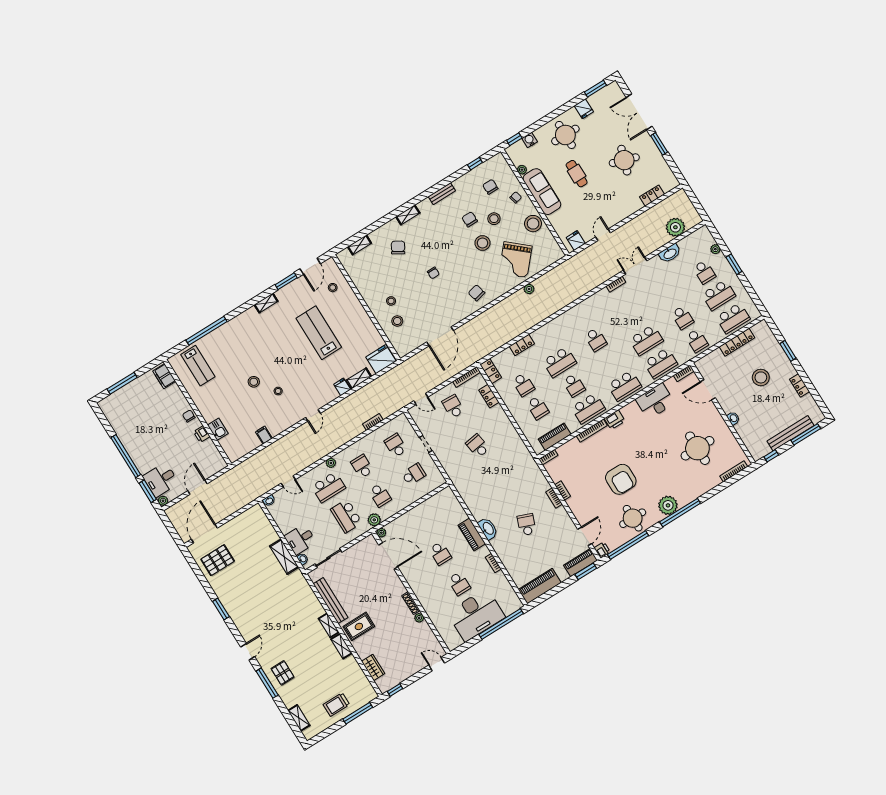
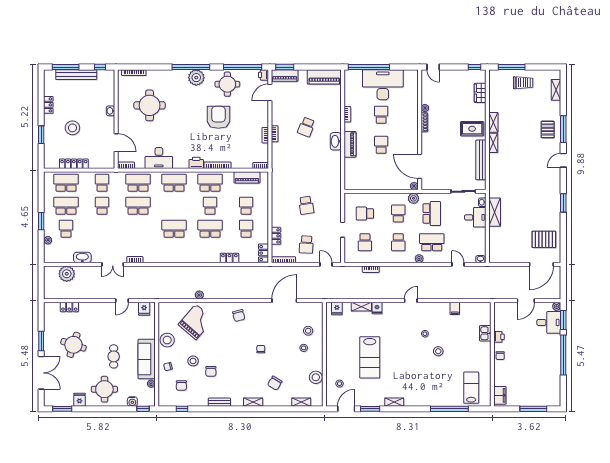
stool: (483, 243) -> (316, 377), moved
school desk: (596, 340) -> (174, 229), width x1.85
fridge: (381, 359) -> (337, 309), width x0.53, depth x0.75

